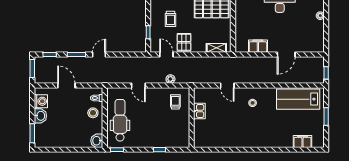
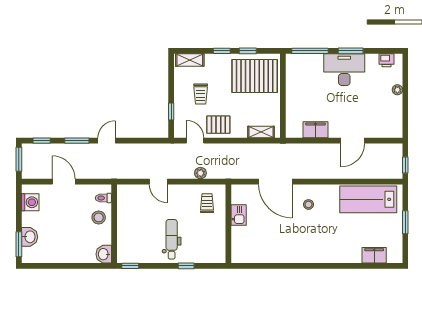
pallet: (184, 42) -> (218, 125), turned 90
door: (227, 86) -> (275, 182), width x1.88
washbasin: (40, 116) -> (30, 237), moved
dental chair: (120, 120) -> (172, 239), moved, width x0.73, depth x0.72

